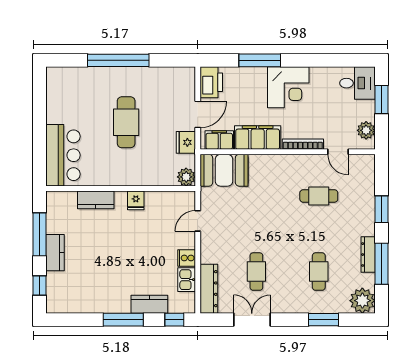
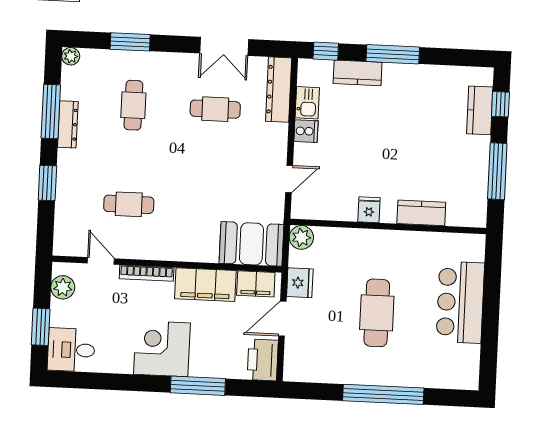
bar counter: (63, 155) -> (460, 302), moved
kitchen counter: (55, 253) -> (480, 110), moved
cafe table: (256, 272) -> (215, 109), turned 90
plant: (362, 301) -> (71, 56), width x0.53, depth x0.53

